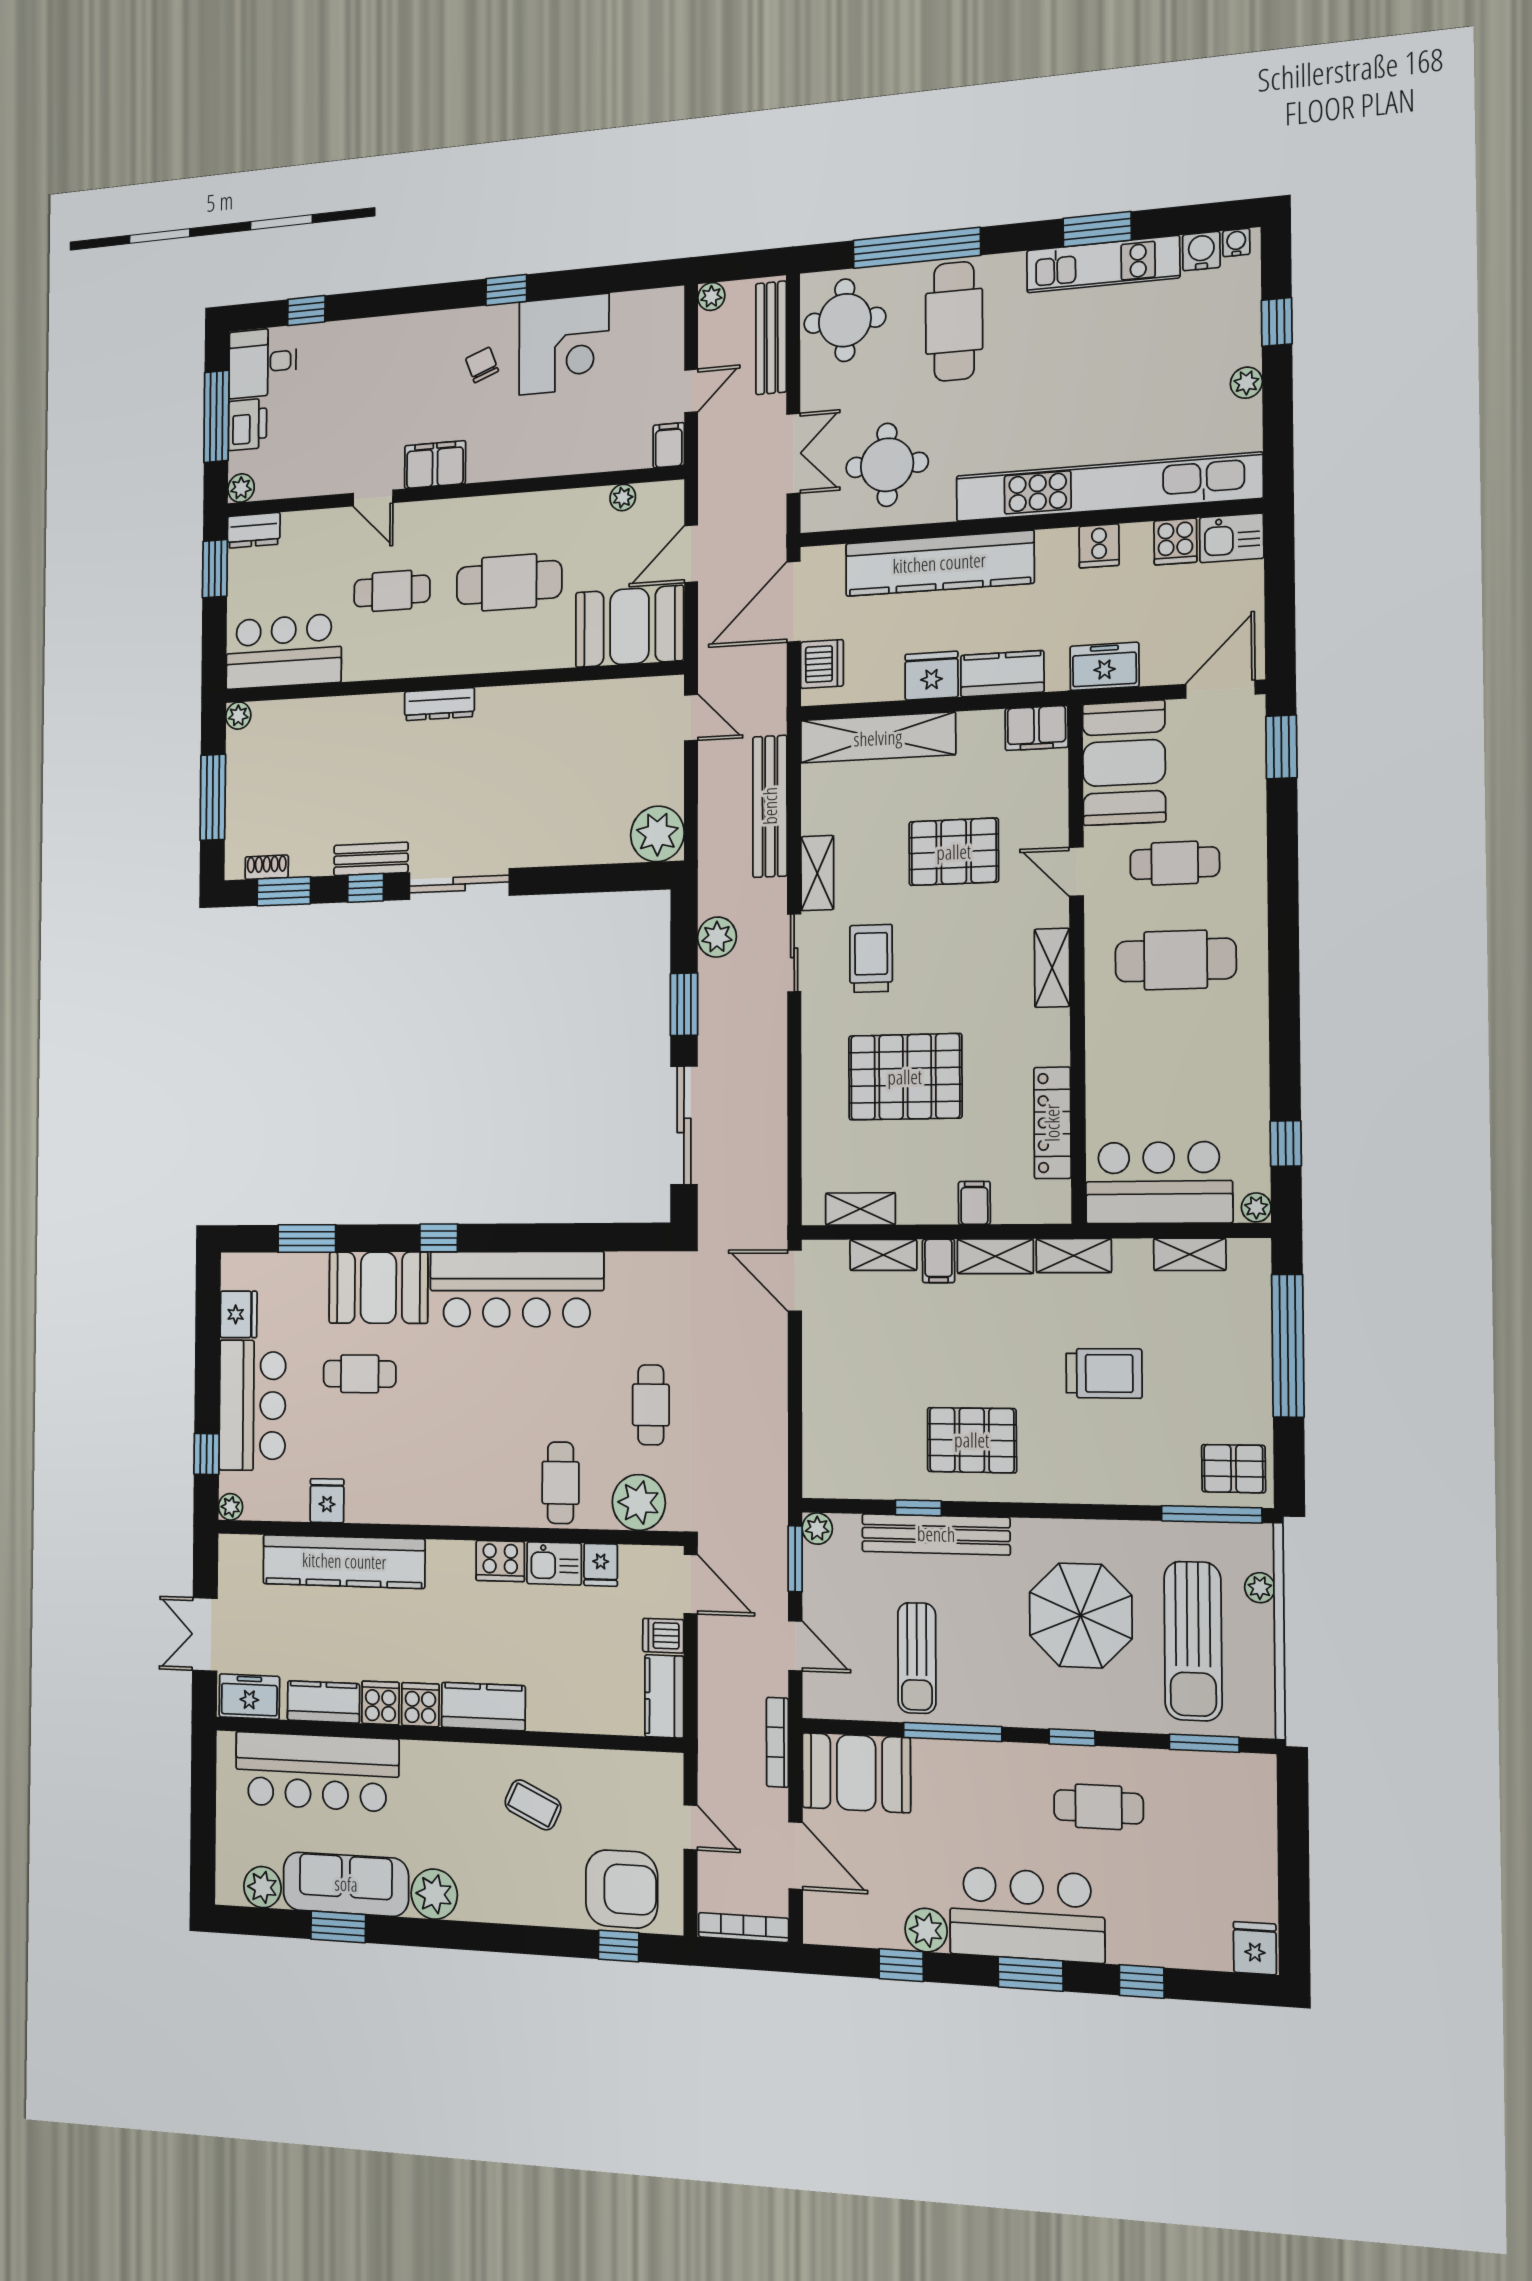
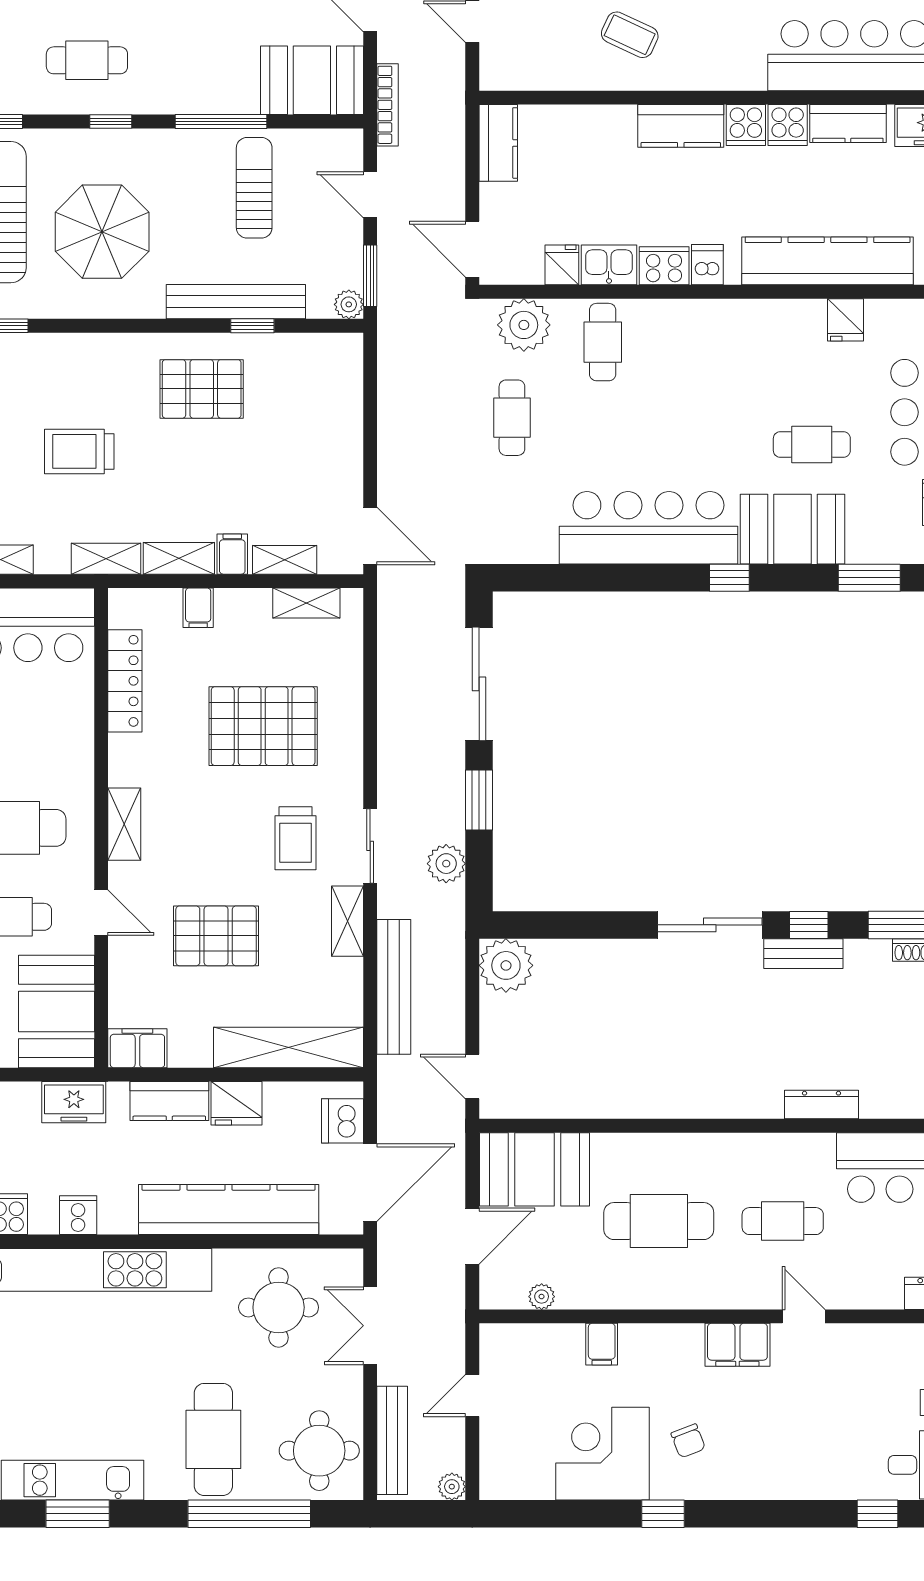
filing cabinet: (669, 445) -> (602, 1344), moved
dresser: (439, 704) -> (822, 1104), moved
dishwasher: (663, 1636) -> (707, 265), moved, turned -90

